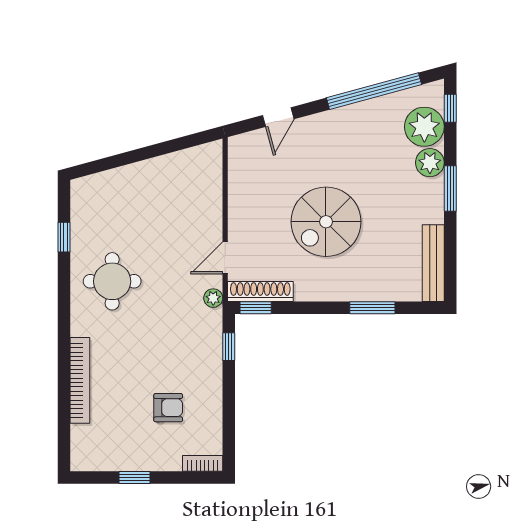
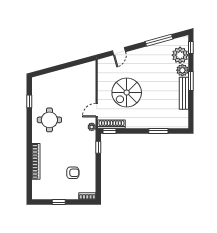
window: (374, 91) -> (159, 40), width x0.68
spiral stairs: (326, 222) -> (127, 93), moved
bench: (433, 263) -> (184, 93), moved

